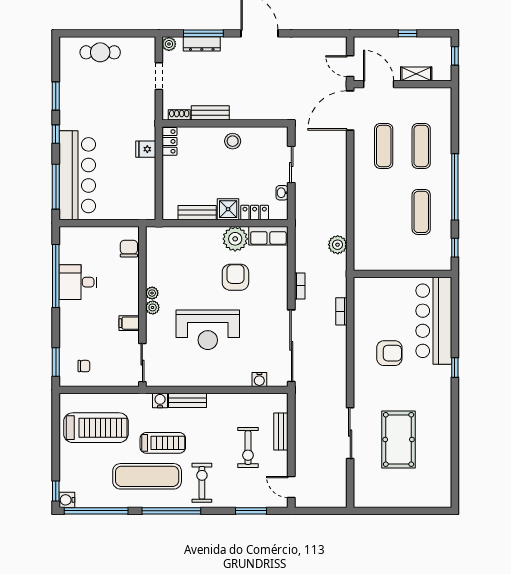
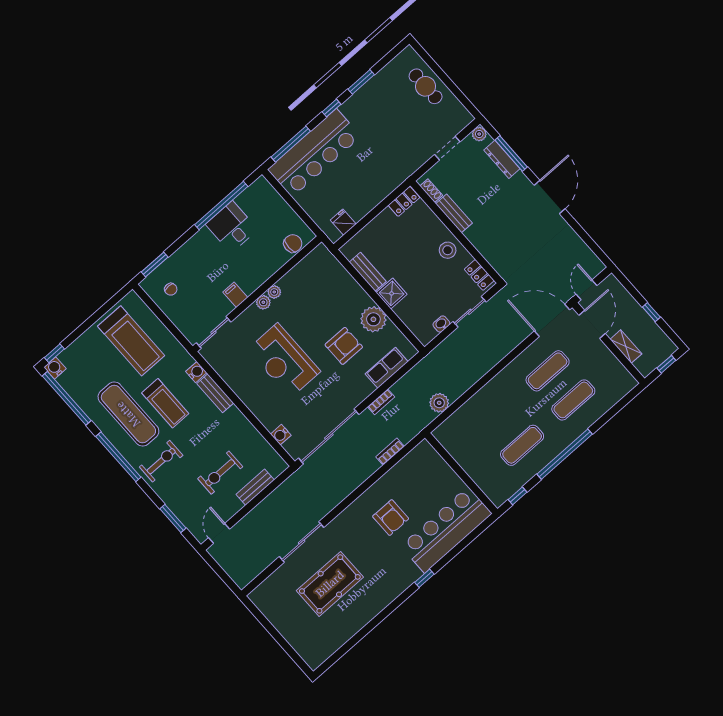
fridge: (146, 149) -> (343, 222), moved
locker: (255, 213) -> (479, 275), moved, turned 180
row of seats: (268, 236) -> (387, 368), moved, turned 90

